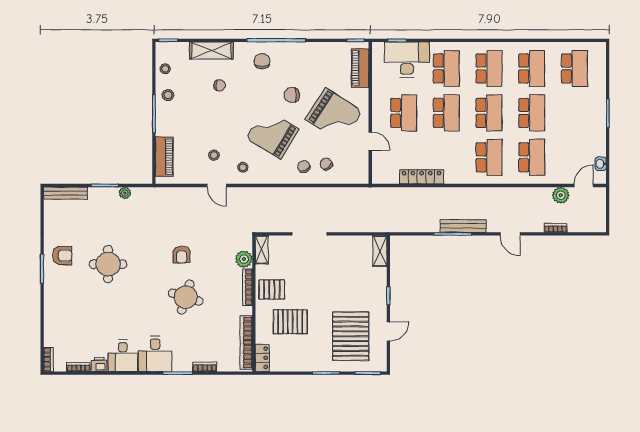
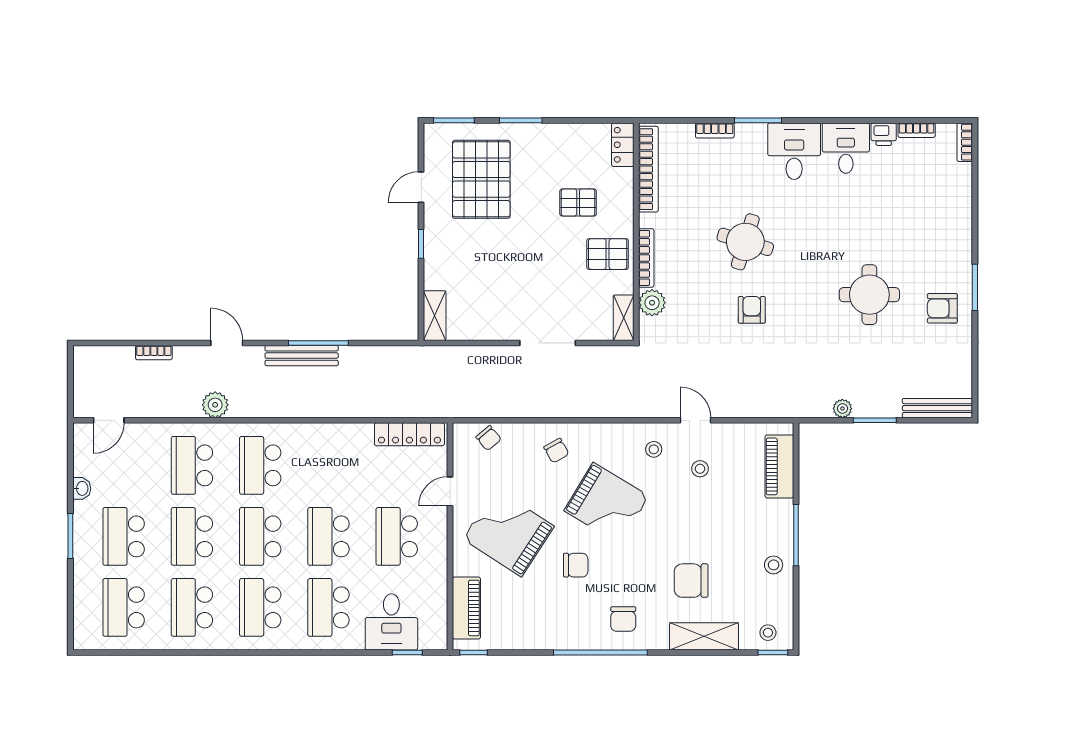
desk: (407, 59) -> (391, 622), width x0.73
stool: (165, 69) -> (768, 633), moved
chair: (220, 85) -> (691, 581), width x1.87, depth x1.87
school desk: (574, 113) -> (124, 536), added
door: (370, 141) -> (450, 491), hinge flipped
chair: (326, 164) -> (489, 438), moved
washbasin: (601, 164) -> (82, 488), moved
locker: (422, 177) -> (409, 434), moved
plant: (561, 195) -> (215, 405), moved
pallet: (290, 322) -> (578, 203), width x0.67, depth x0.71

